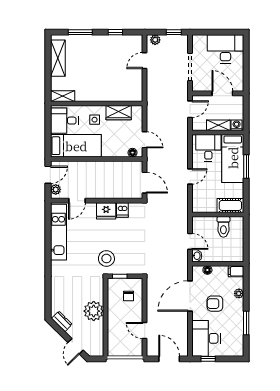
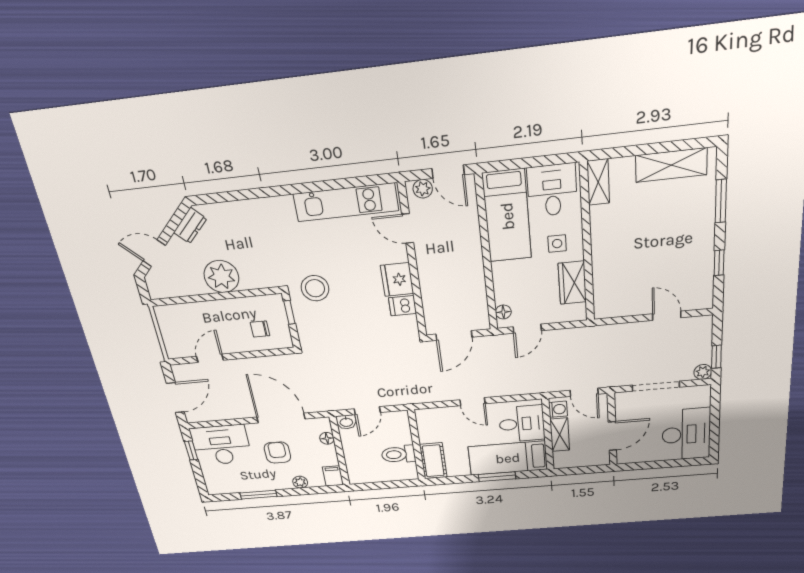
plant: (155, 40) -> (703, 372), moved
washing machine: (237, 125) -> (558, 409), moved

